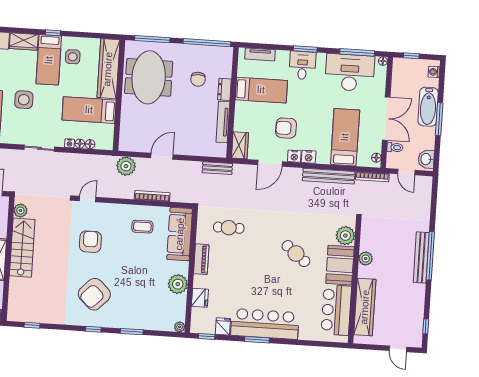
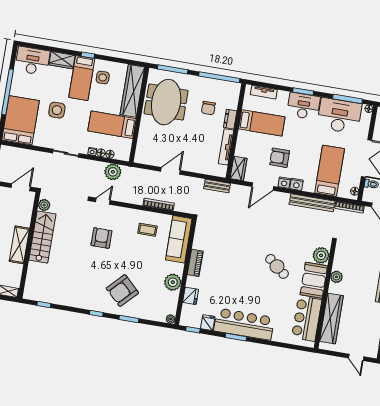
desk: (302, 65) -> (303, 106), width x1.37
plant: (126, 166) -> (113, 172), moved
cafe table: (229, 228) -> (222, 238), removed
armchair: (94, 294) -> (122, 291), moved

